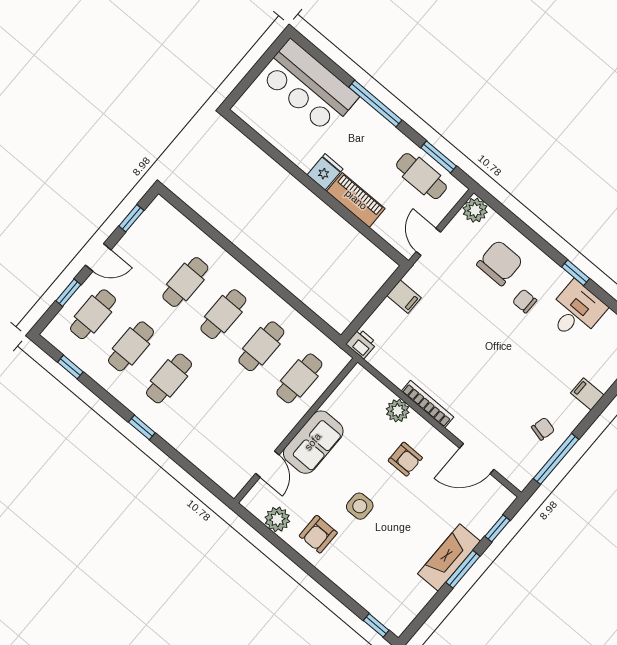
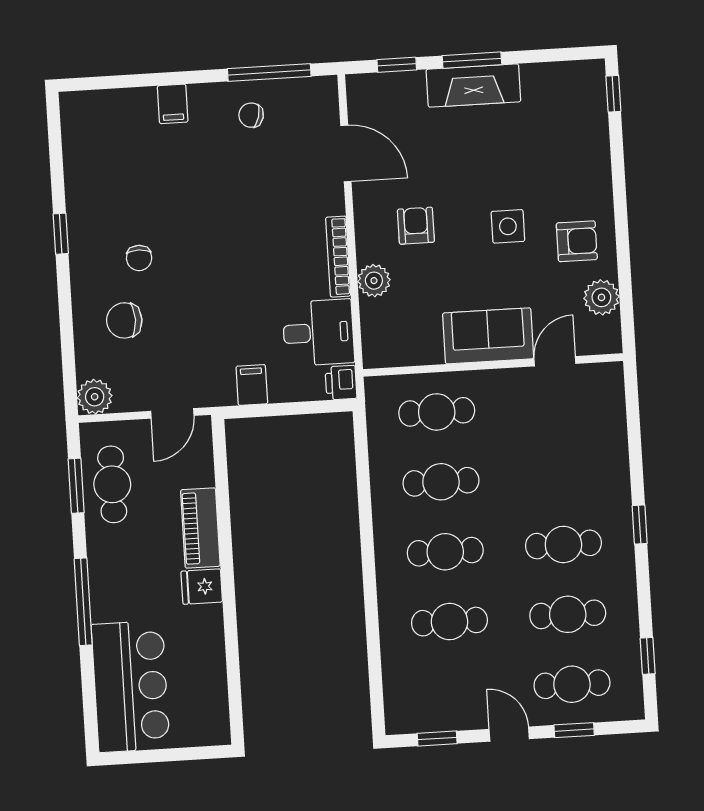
chair: (500, 263) -> (124, 320), width x0.73, depth x0.73
desk: (576, 311) -> (318, 333), moved, turned 180

